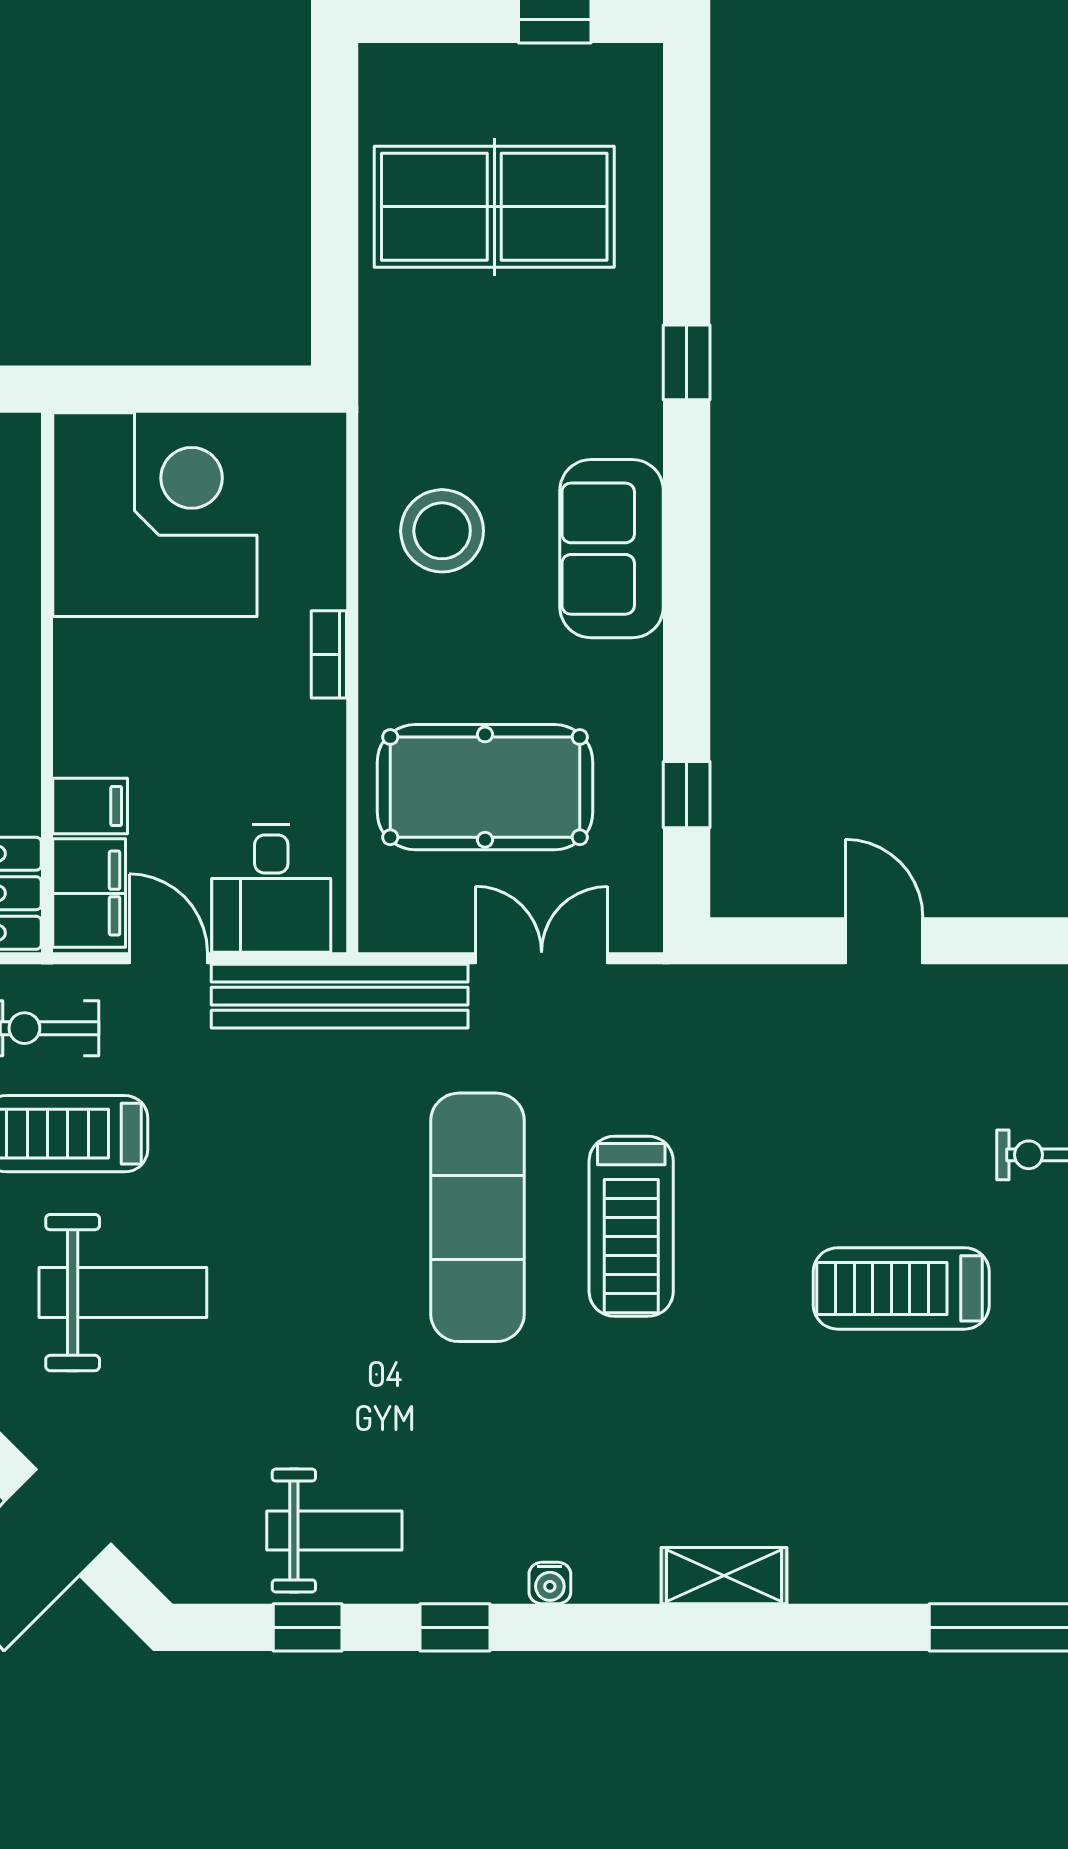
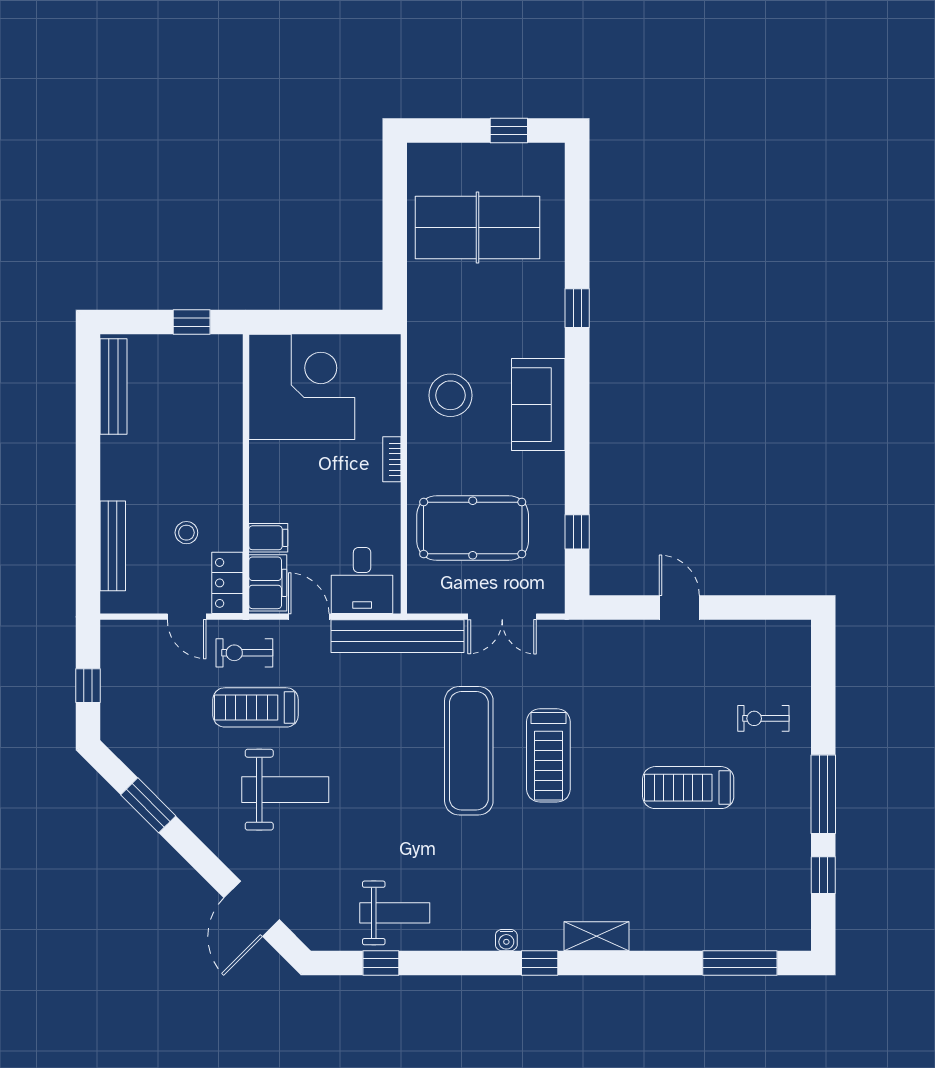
double door: (542, 958) -> (502, 617), swing flipped
window: (455, 1627) -> (540, 963), moved

